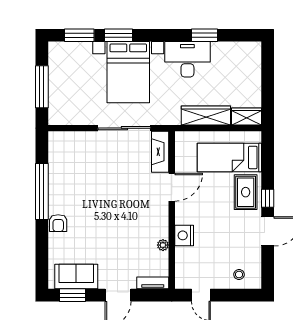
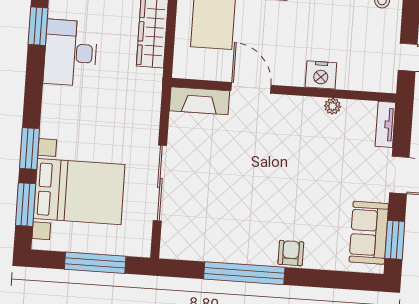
bed with nightstands: (128, 72) -> (79, 192), moved
sliding door: (124, 128) -> (160, 183), moved
armchair: (58, 223) -> (291, 253), turned -90

